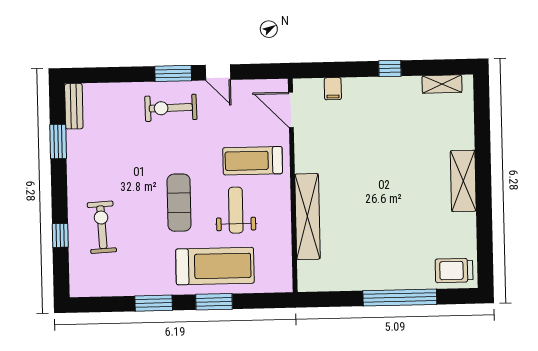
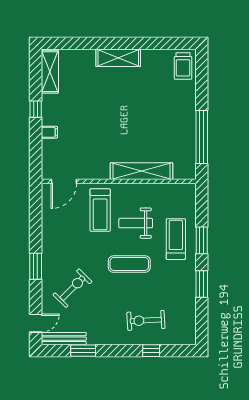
door: (218, 72) -> (36, 323), moved
shelving: (442, 84) -> (50, 72), width x1.50, depth x1.33
filing cabinet: (333, 89) -> (49, 132), moved
bench: (74, 106) -> (64, 339), width x1.36
exercise bike: (171, 108) -> (73, 288), moved, turned -134
treadmill: (215, 266) -> (176, 239), width x0.73, depth x0.73
window: (400, 298) -> (202, 137), moved

